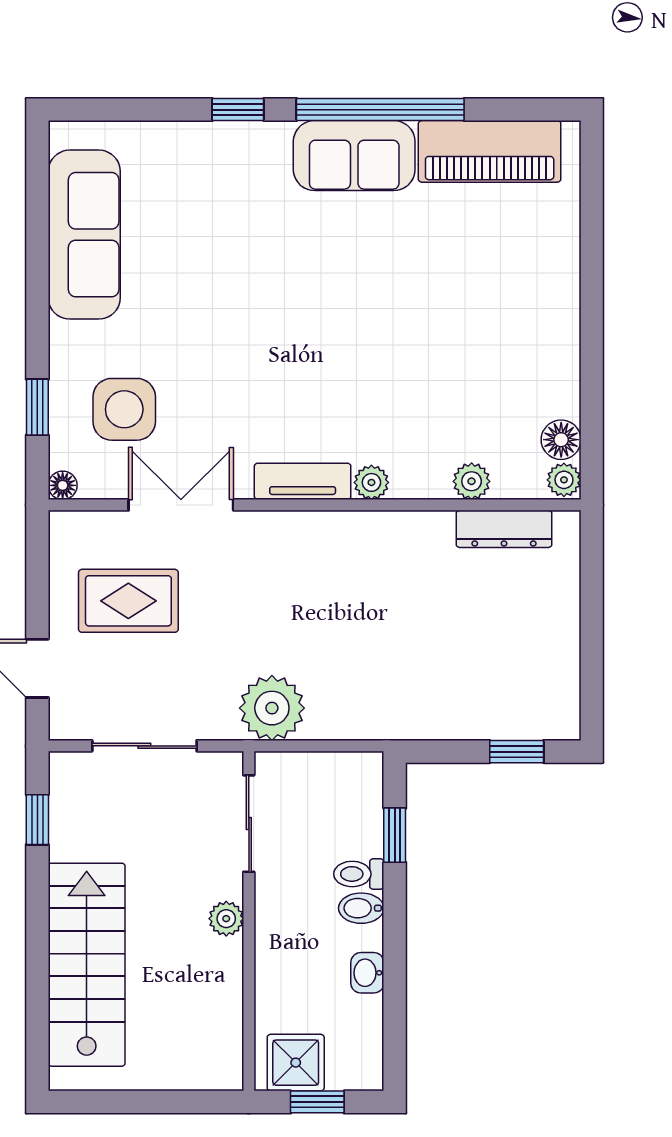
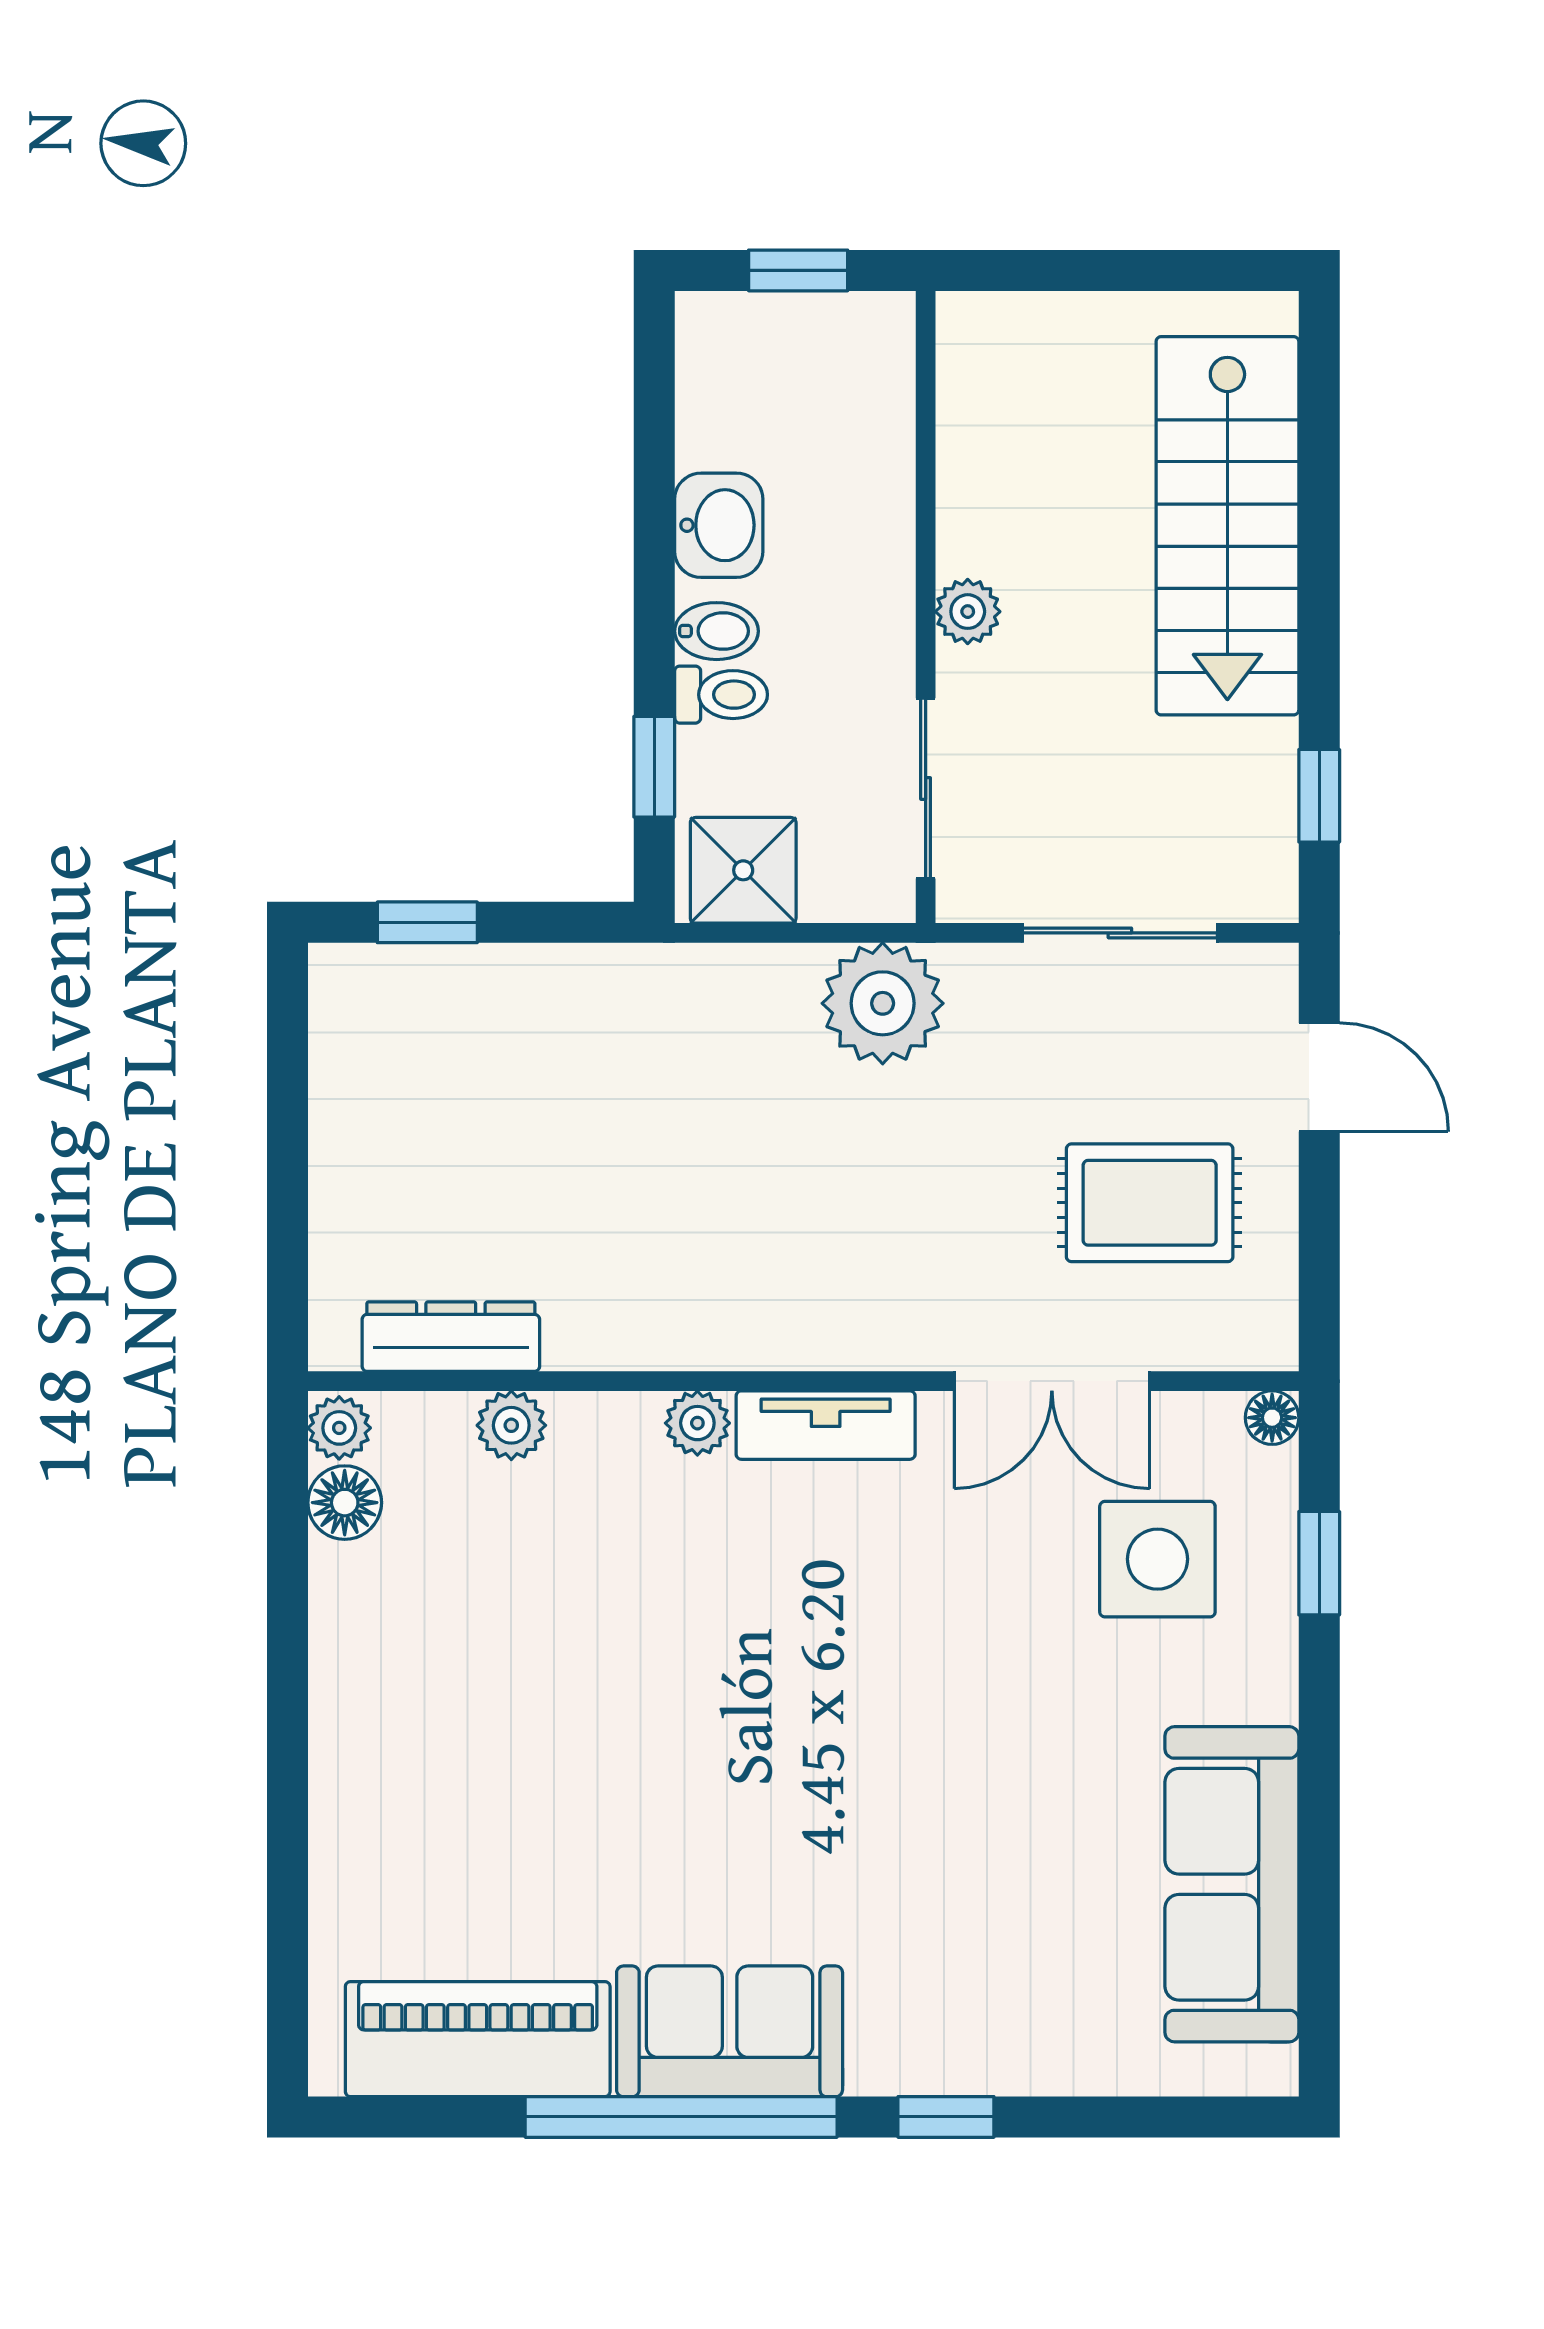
washbasin: (367, 973) -> (719, 525), width x1.38, depth x1.45
shower: (296, 1063) -> (743, 870), moved

